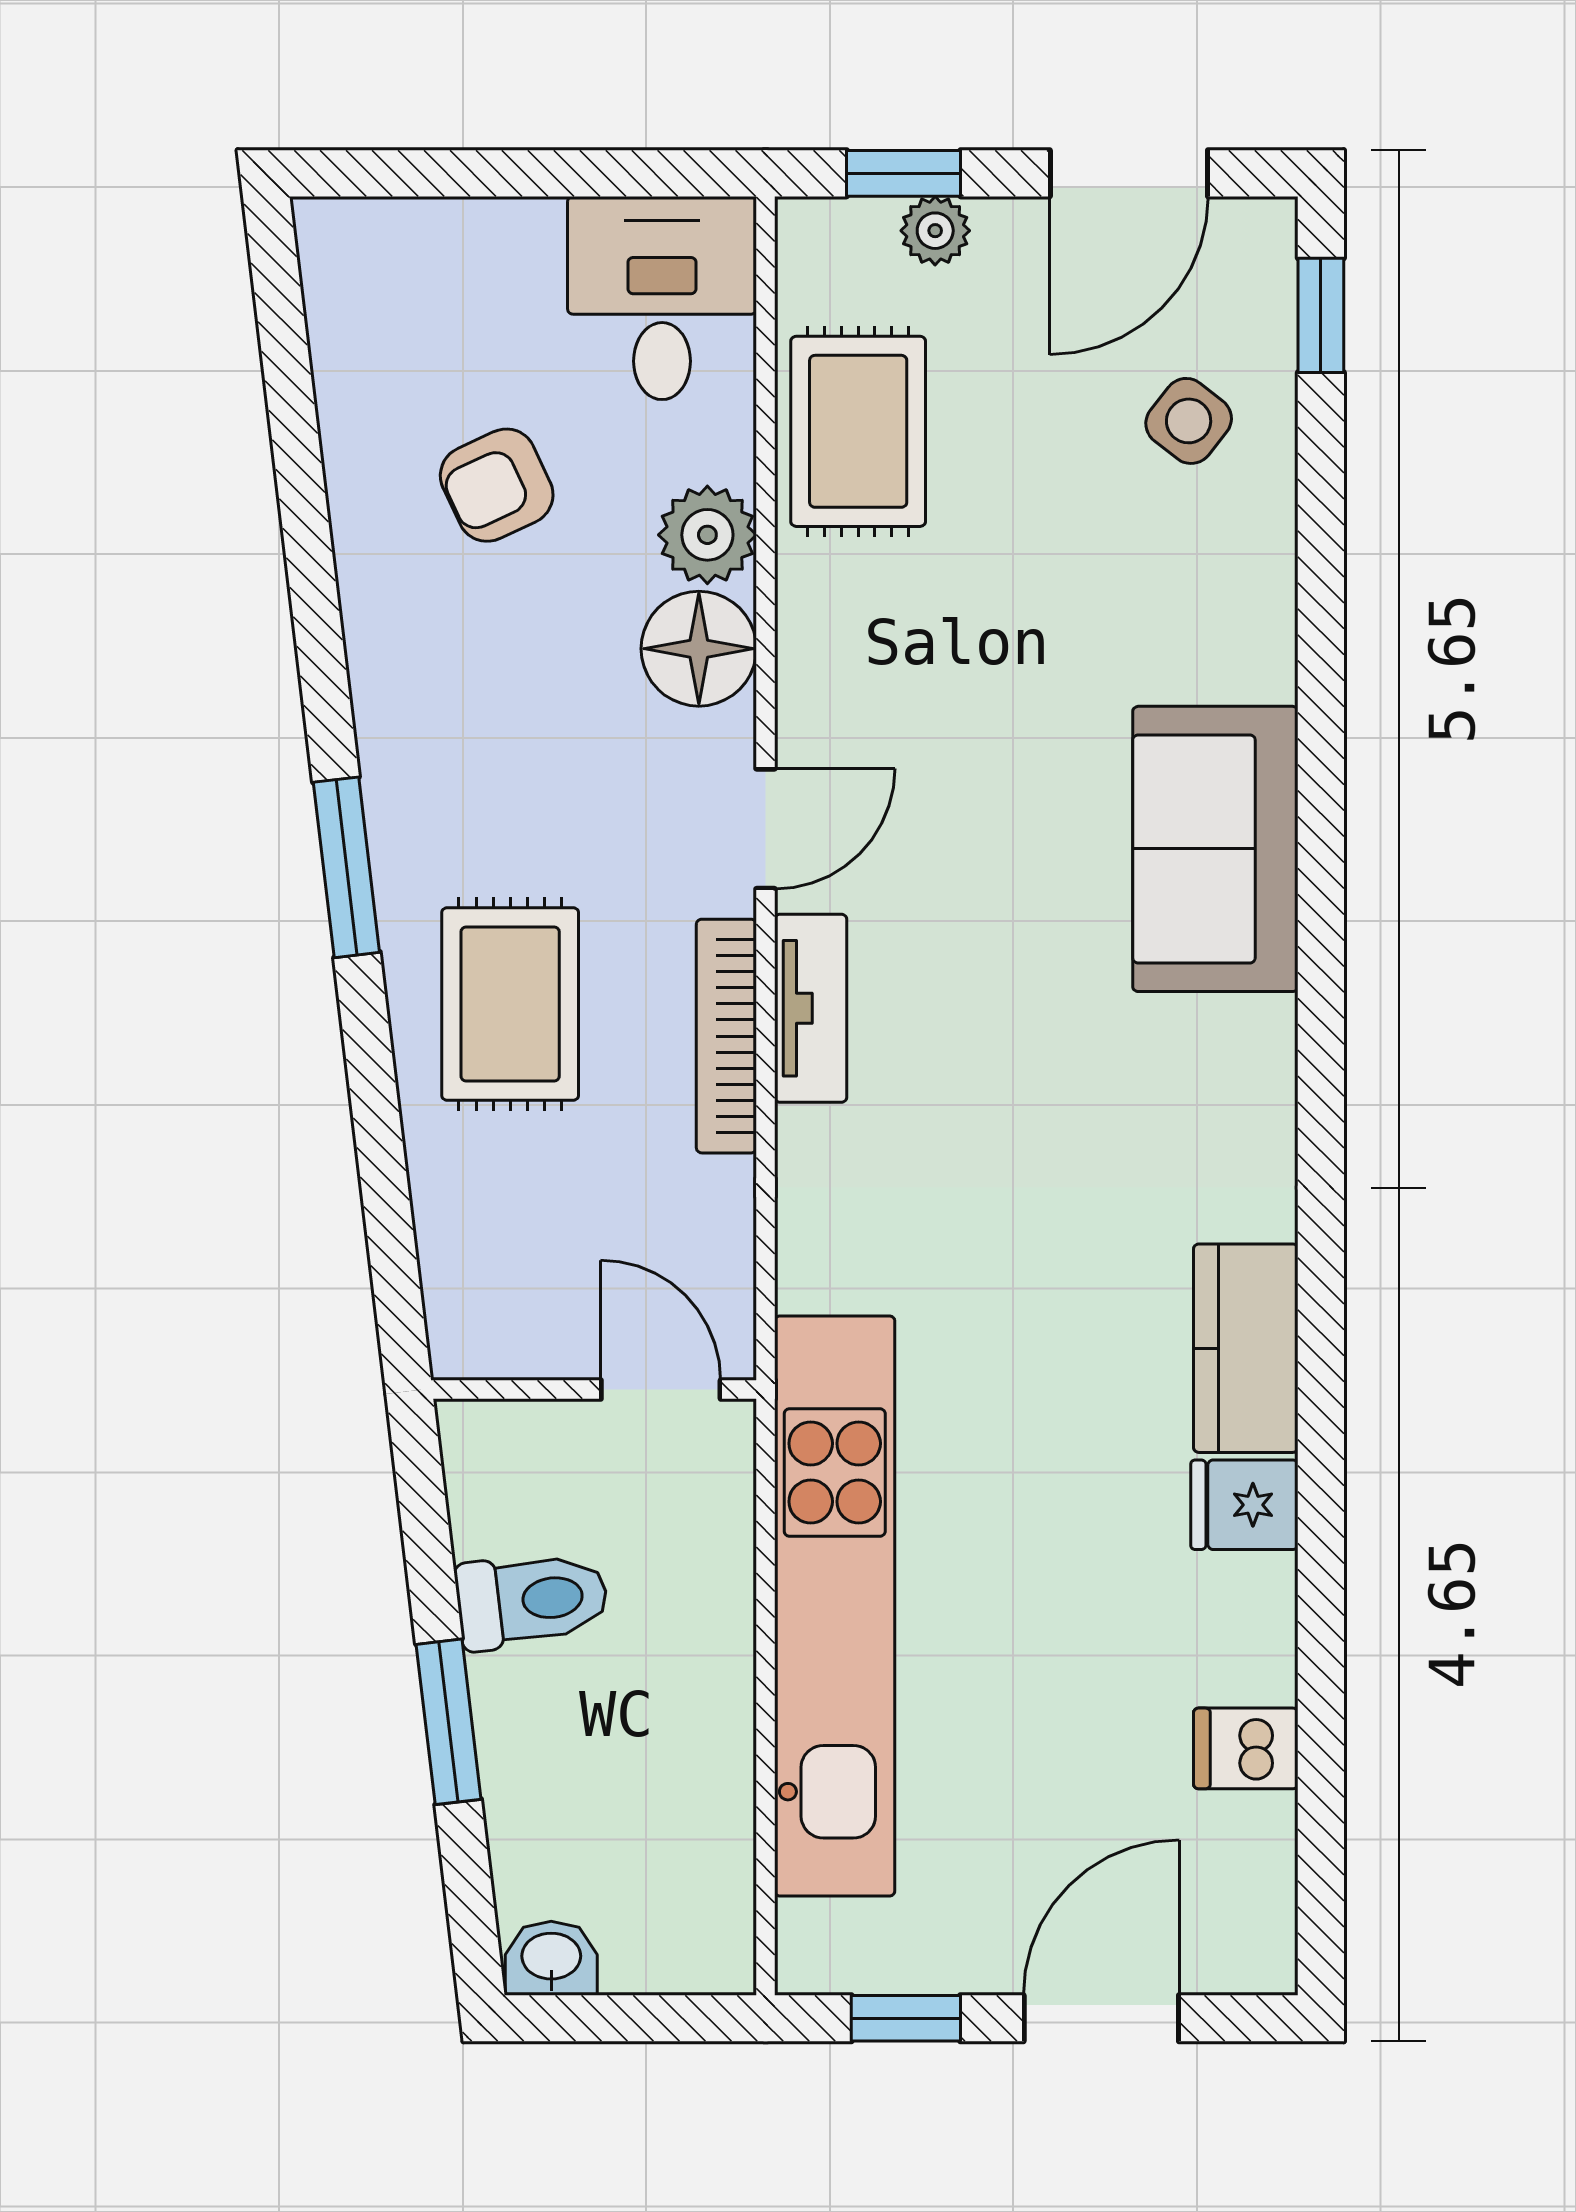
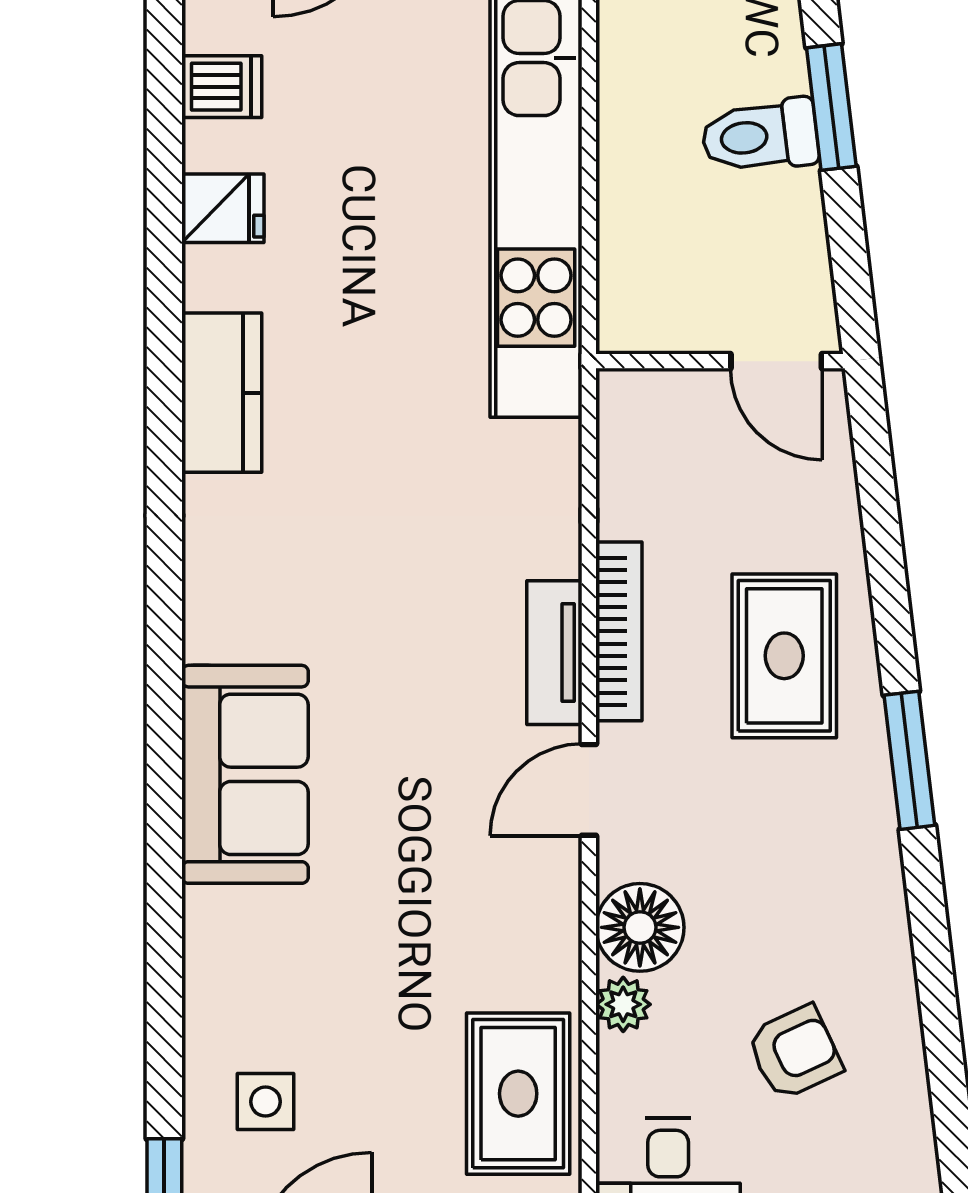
side table: (1189, 421) -> (266, 1102), turned -38
plant: (707, 535) -> (623, 1004), width x0.73, depth x0.73
door: (661, 1390) -> (776, 361), moved
fridge: (1244, 1505) -> (223, 208), moved
toilet: (532, 1600) -> (760, 136), moved

